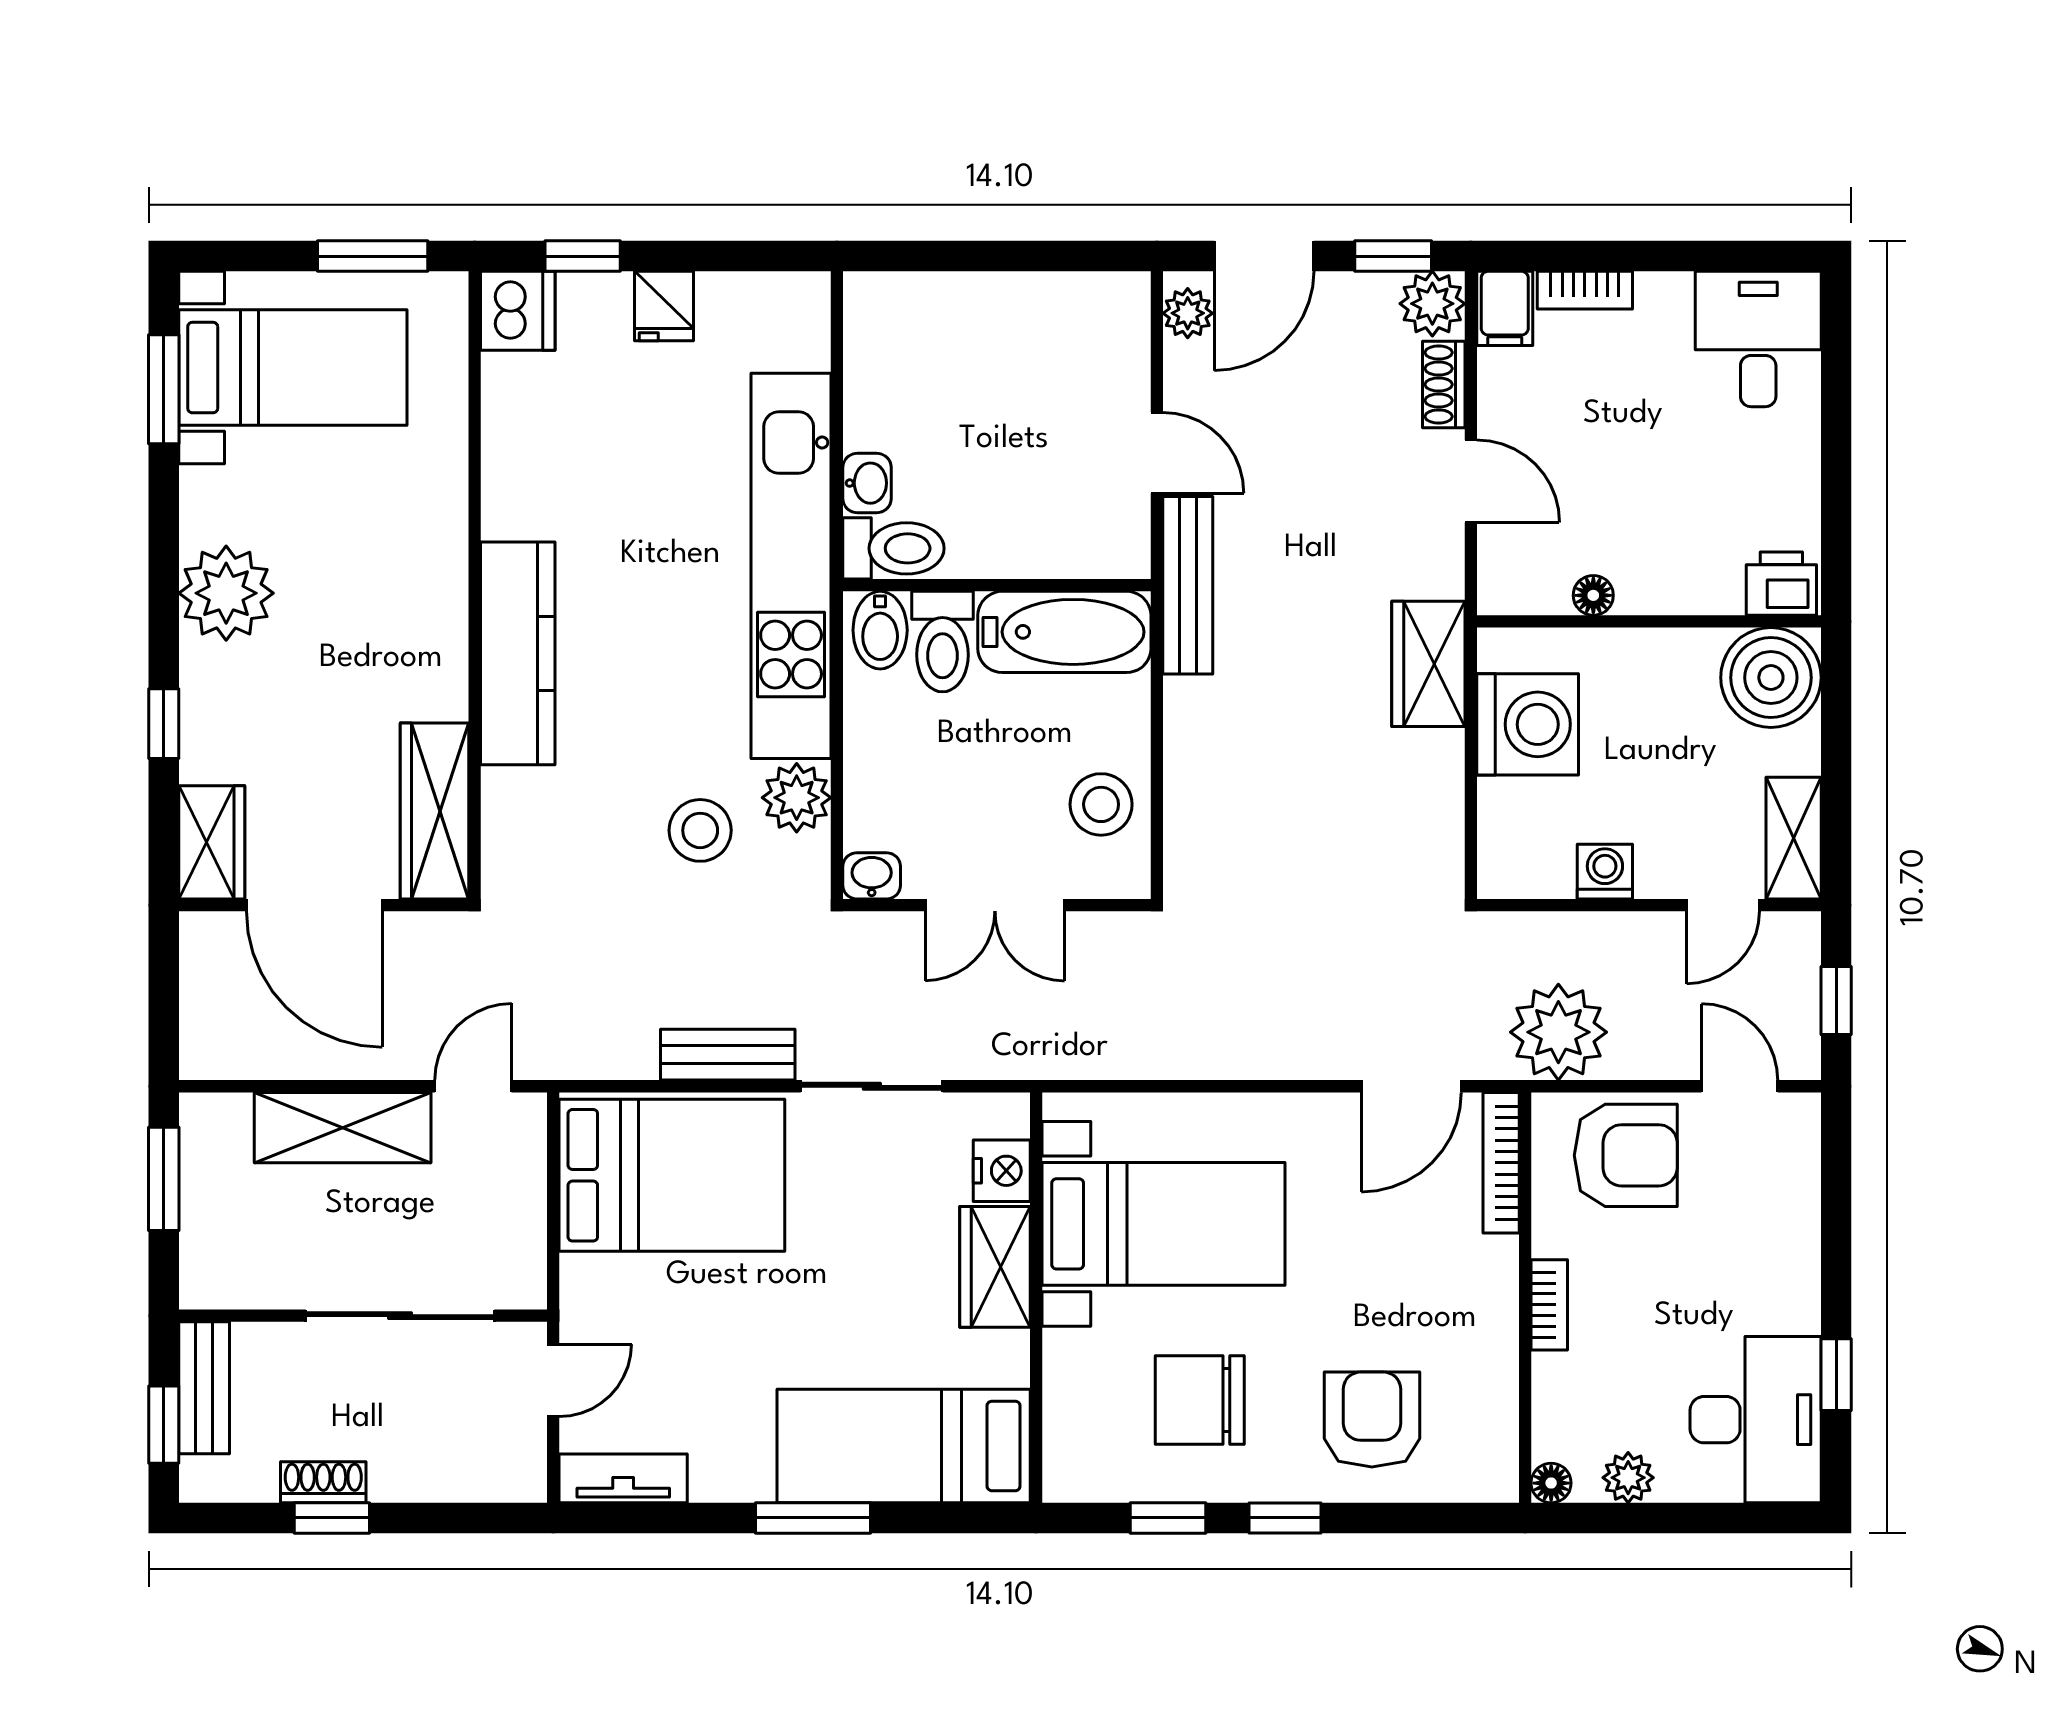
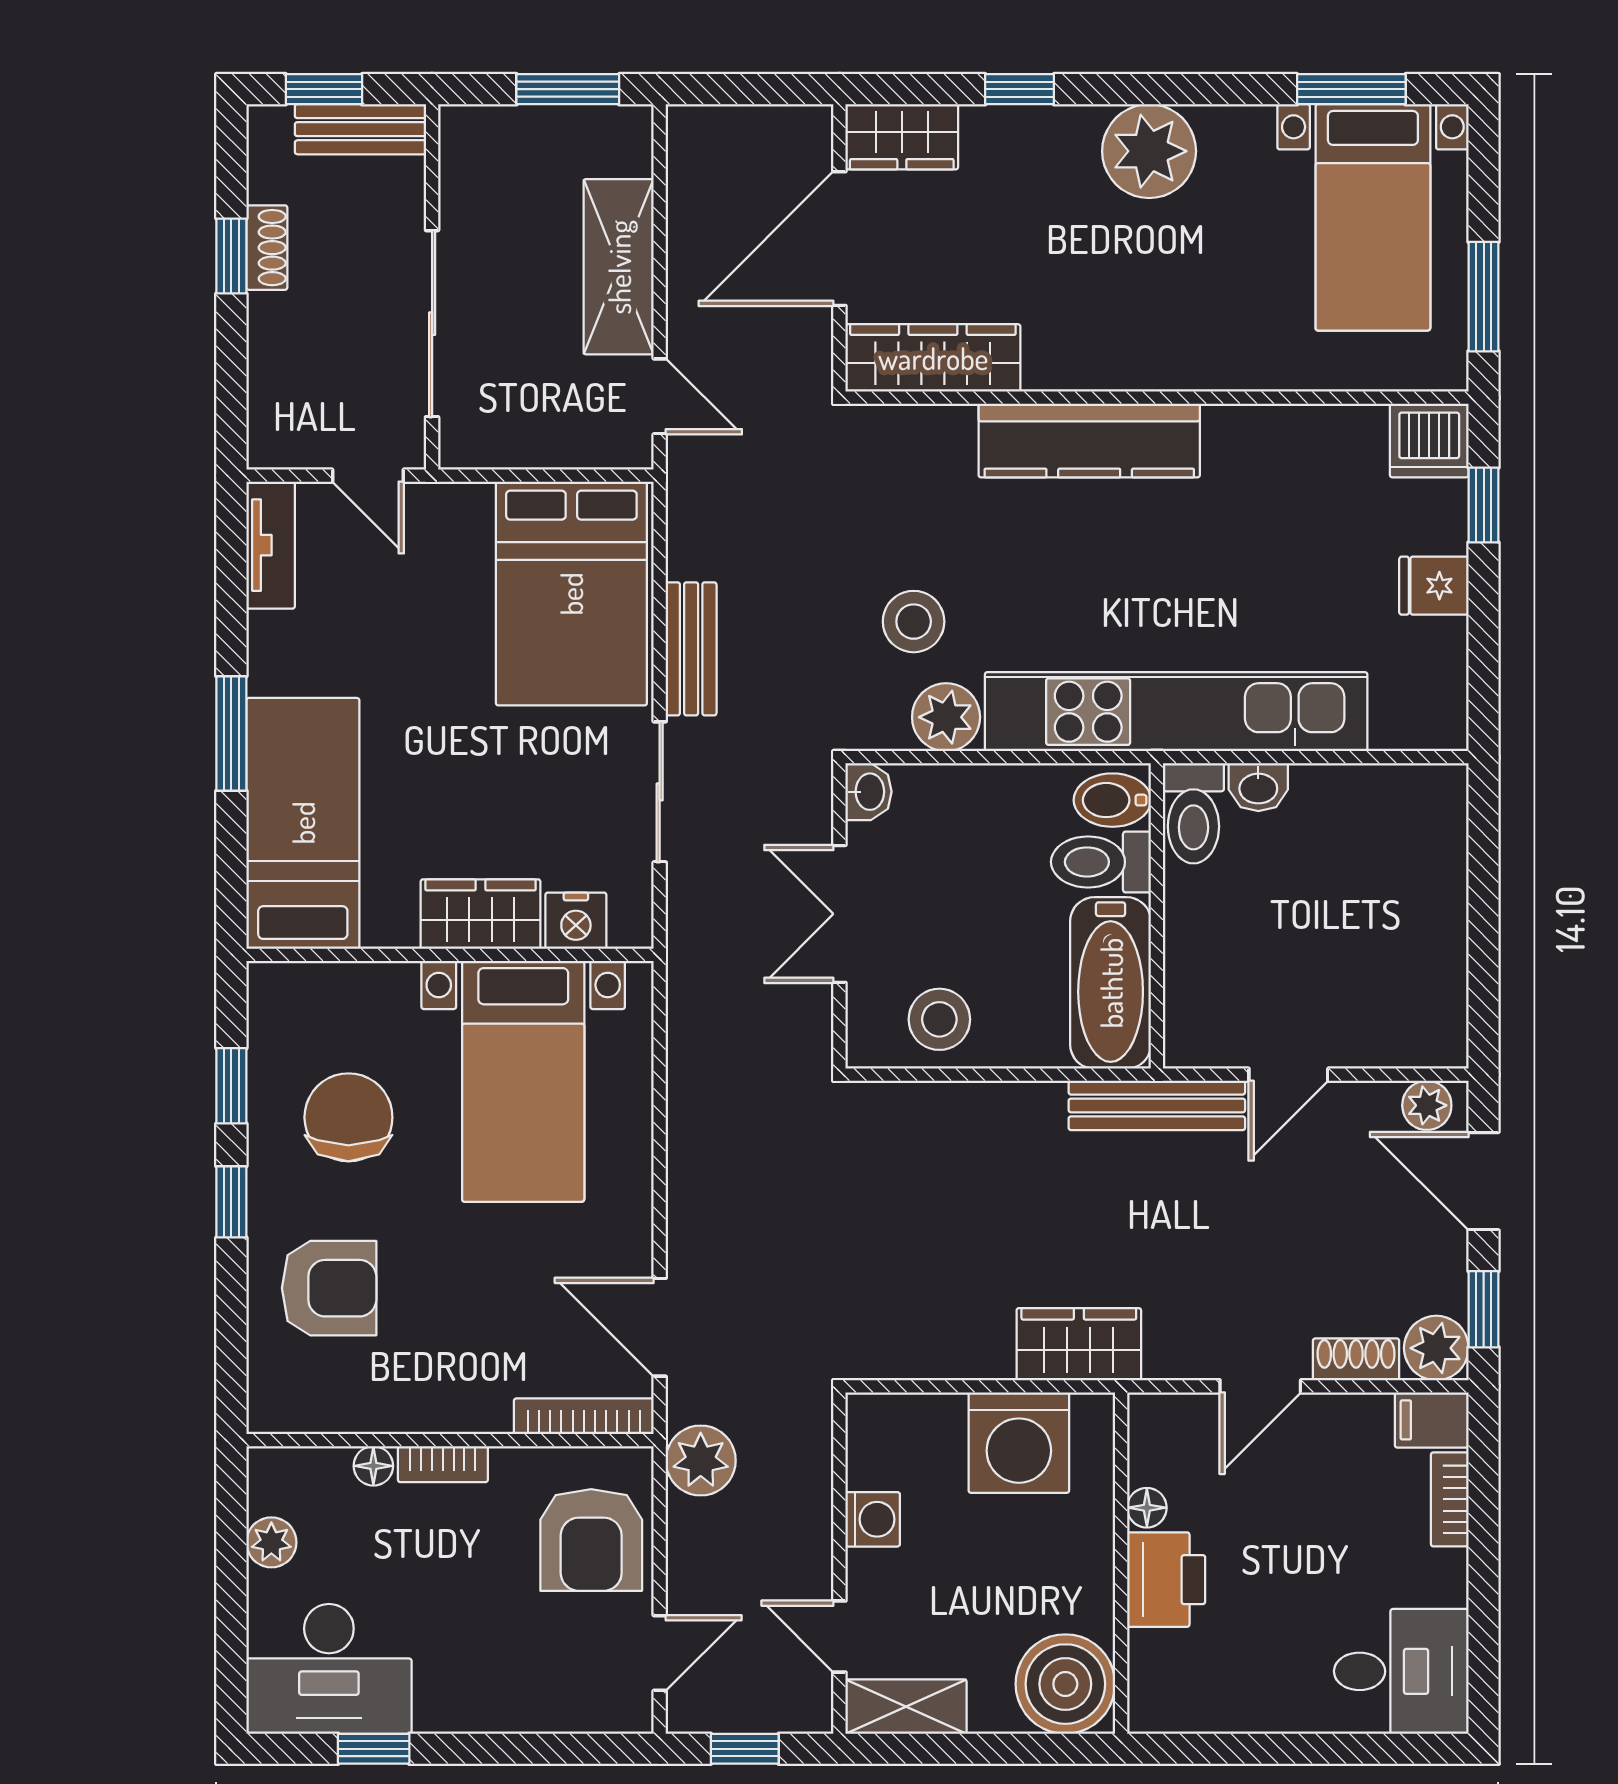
printer: (1781, 584) -> (1166, 1580), moved, width x1.36, depth x1.24
plant: (1558, 1032) -> (701, 1461), width x0.73, depth x0.73
floor lamp: (1551, 1483) -> (373, 1466), moved

